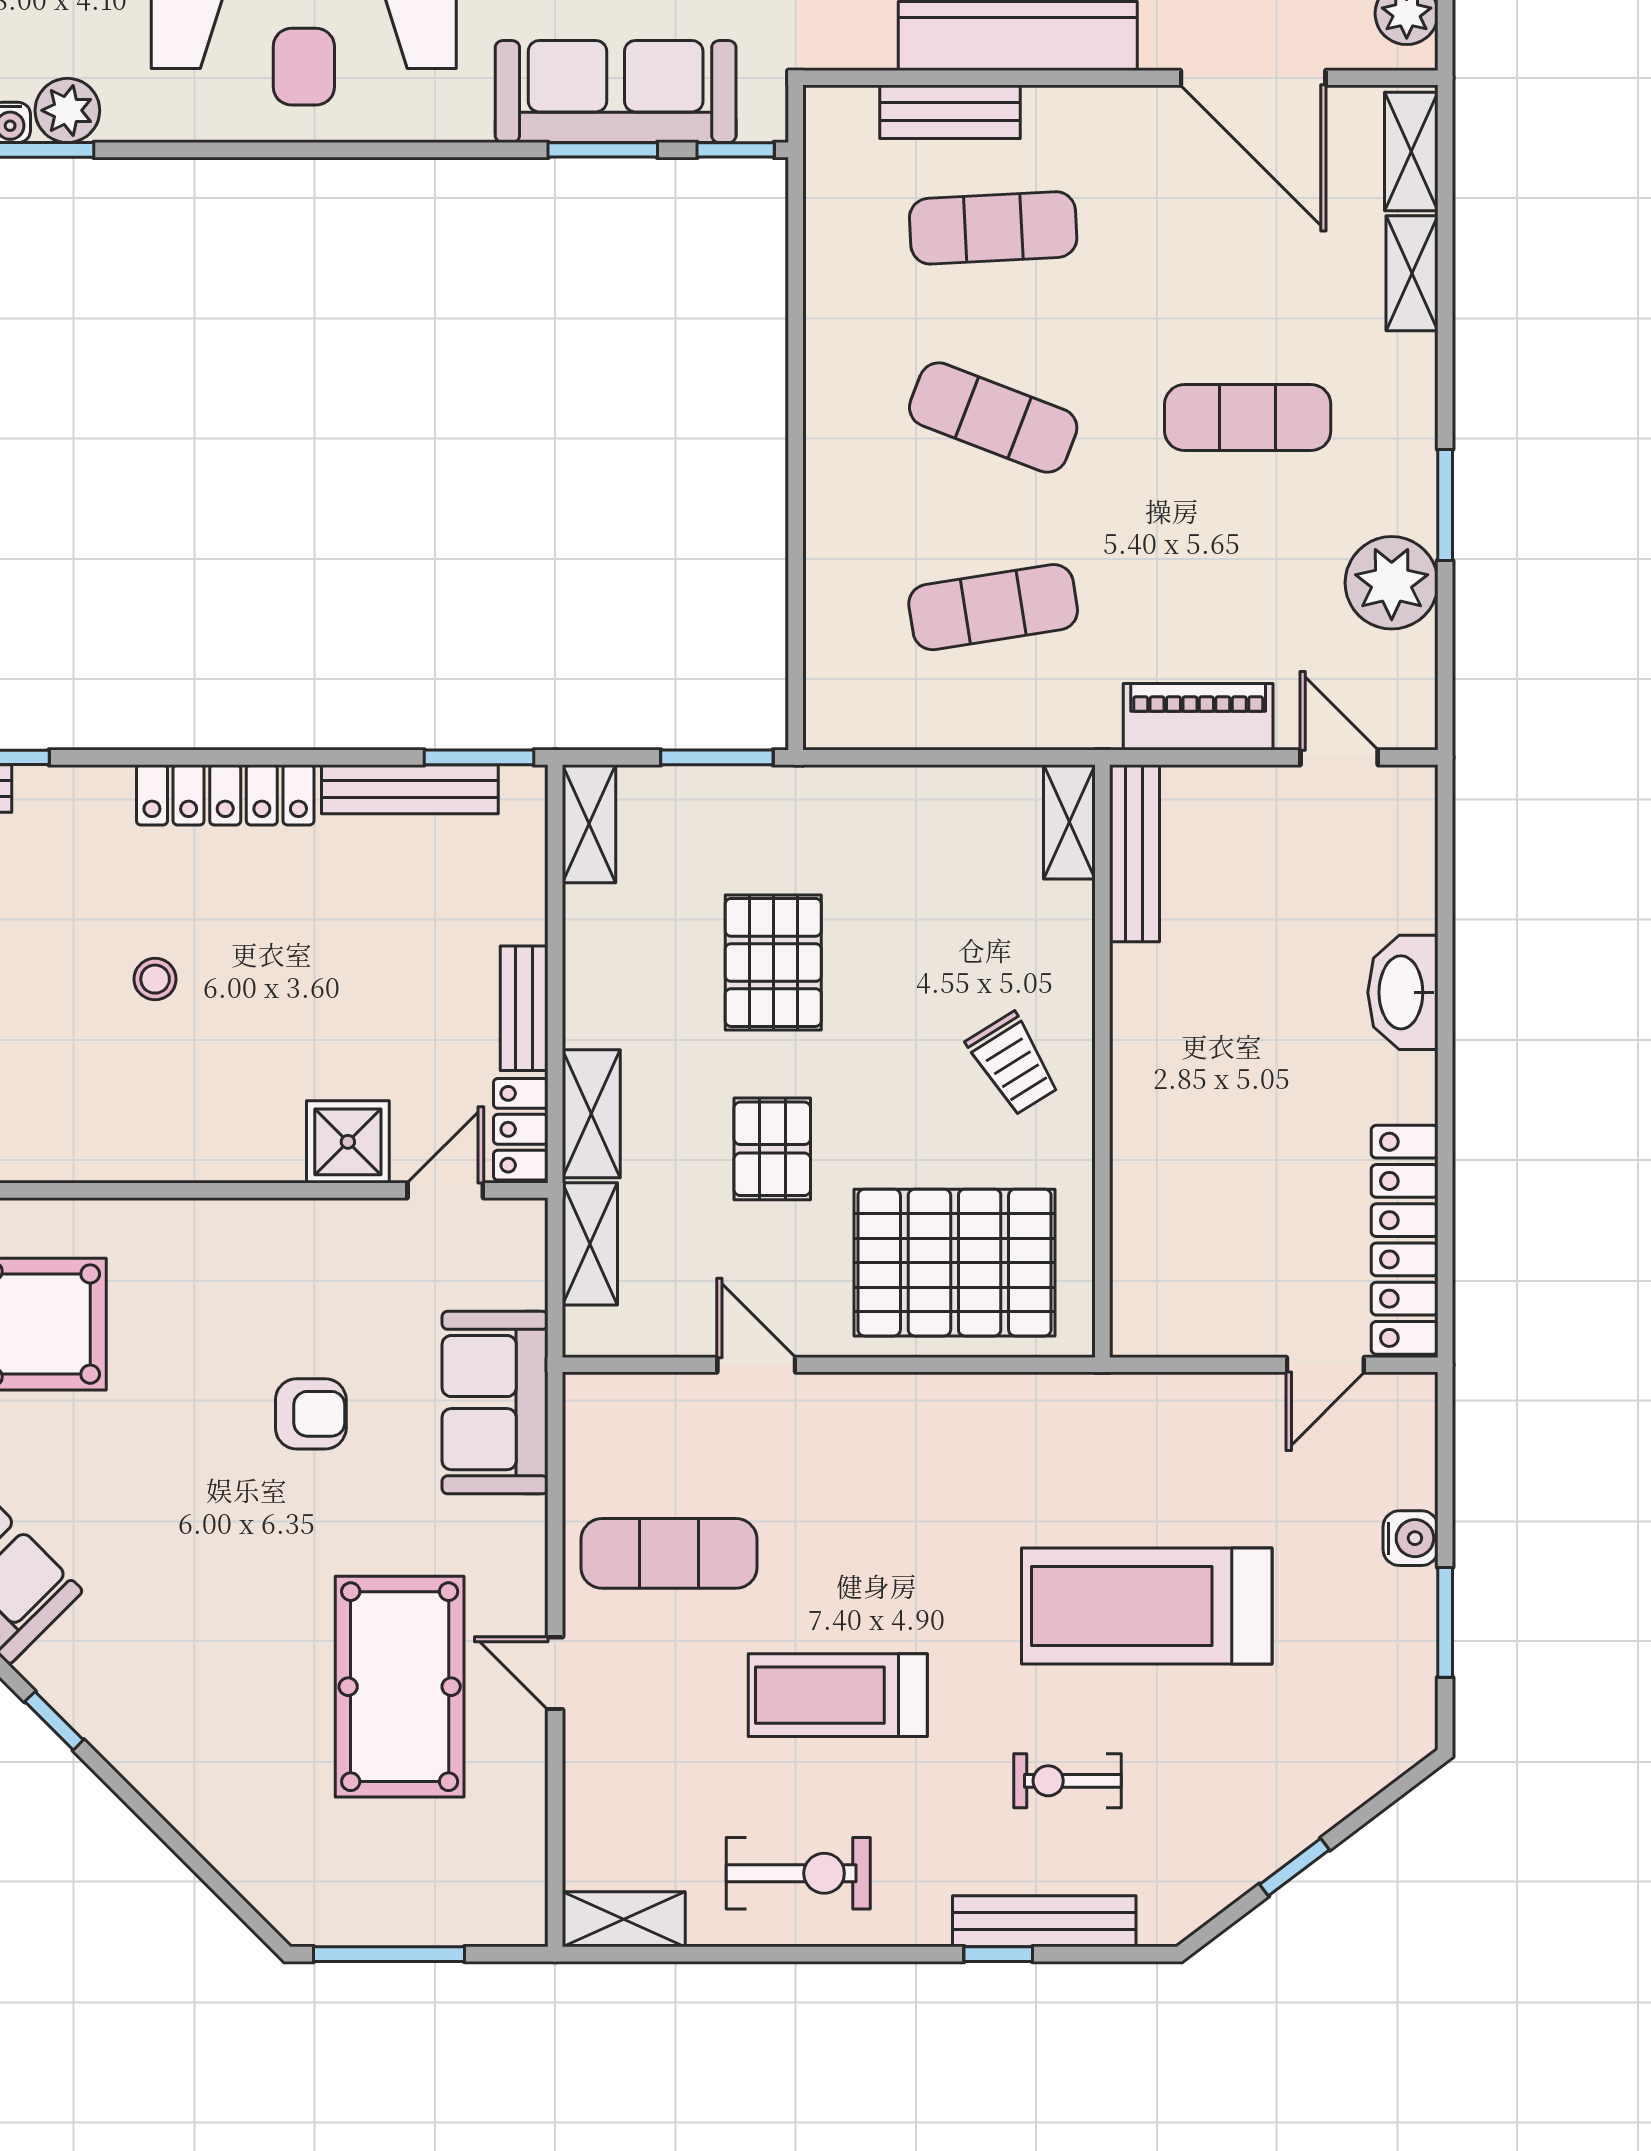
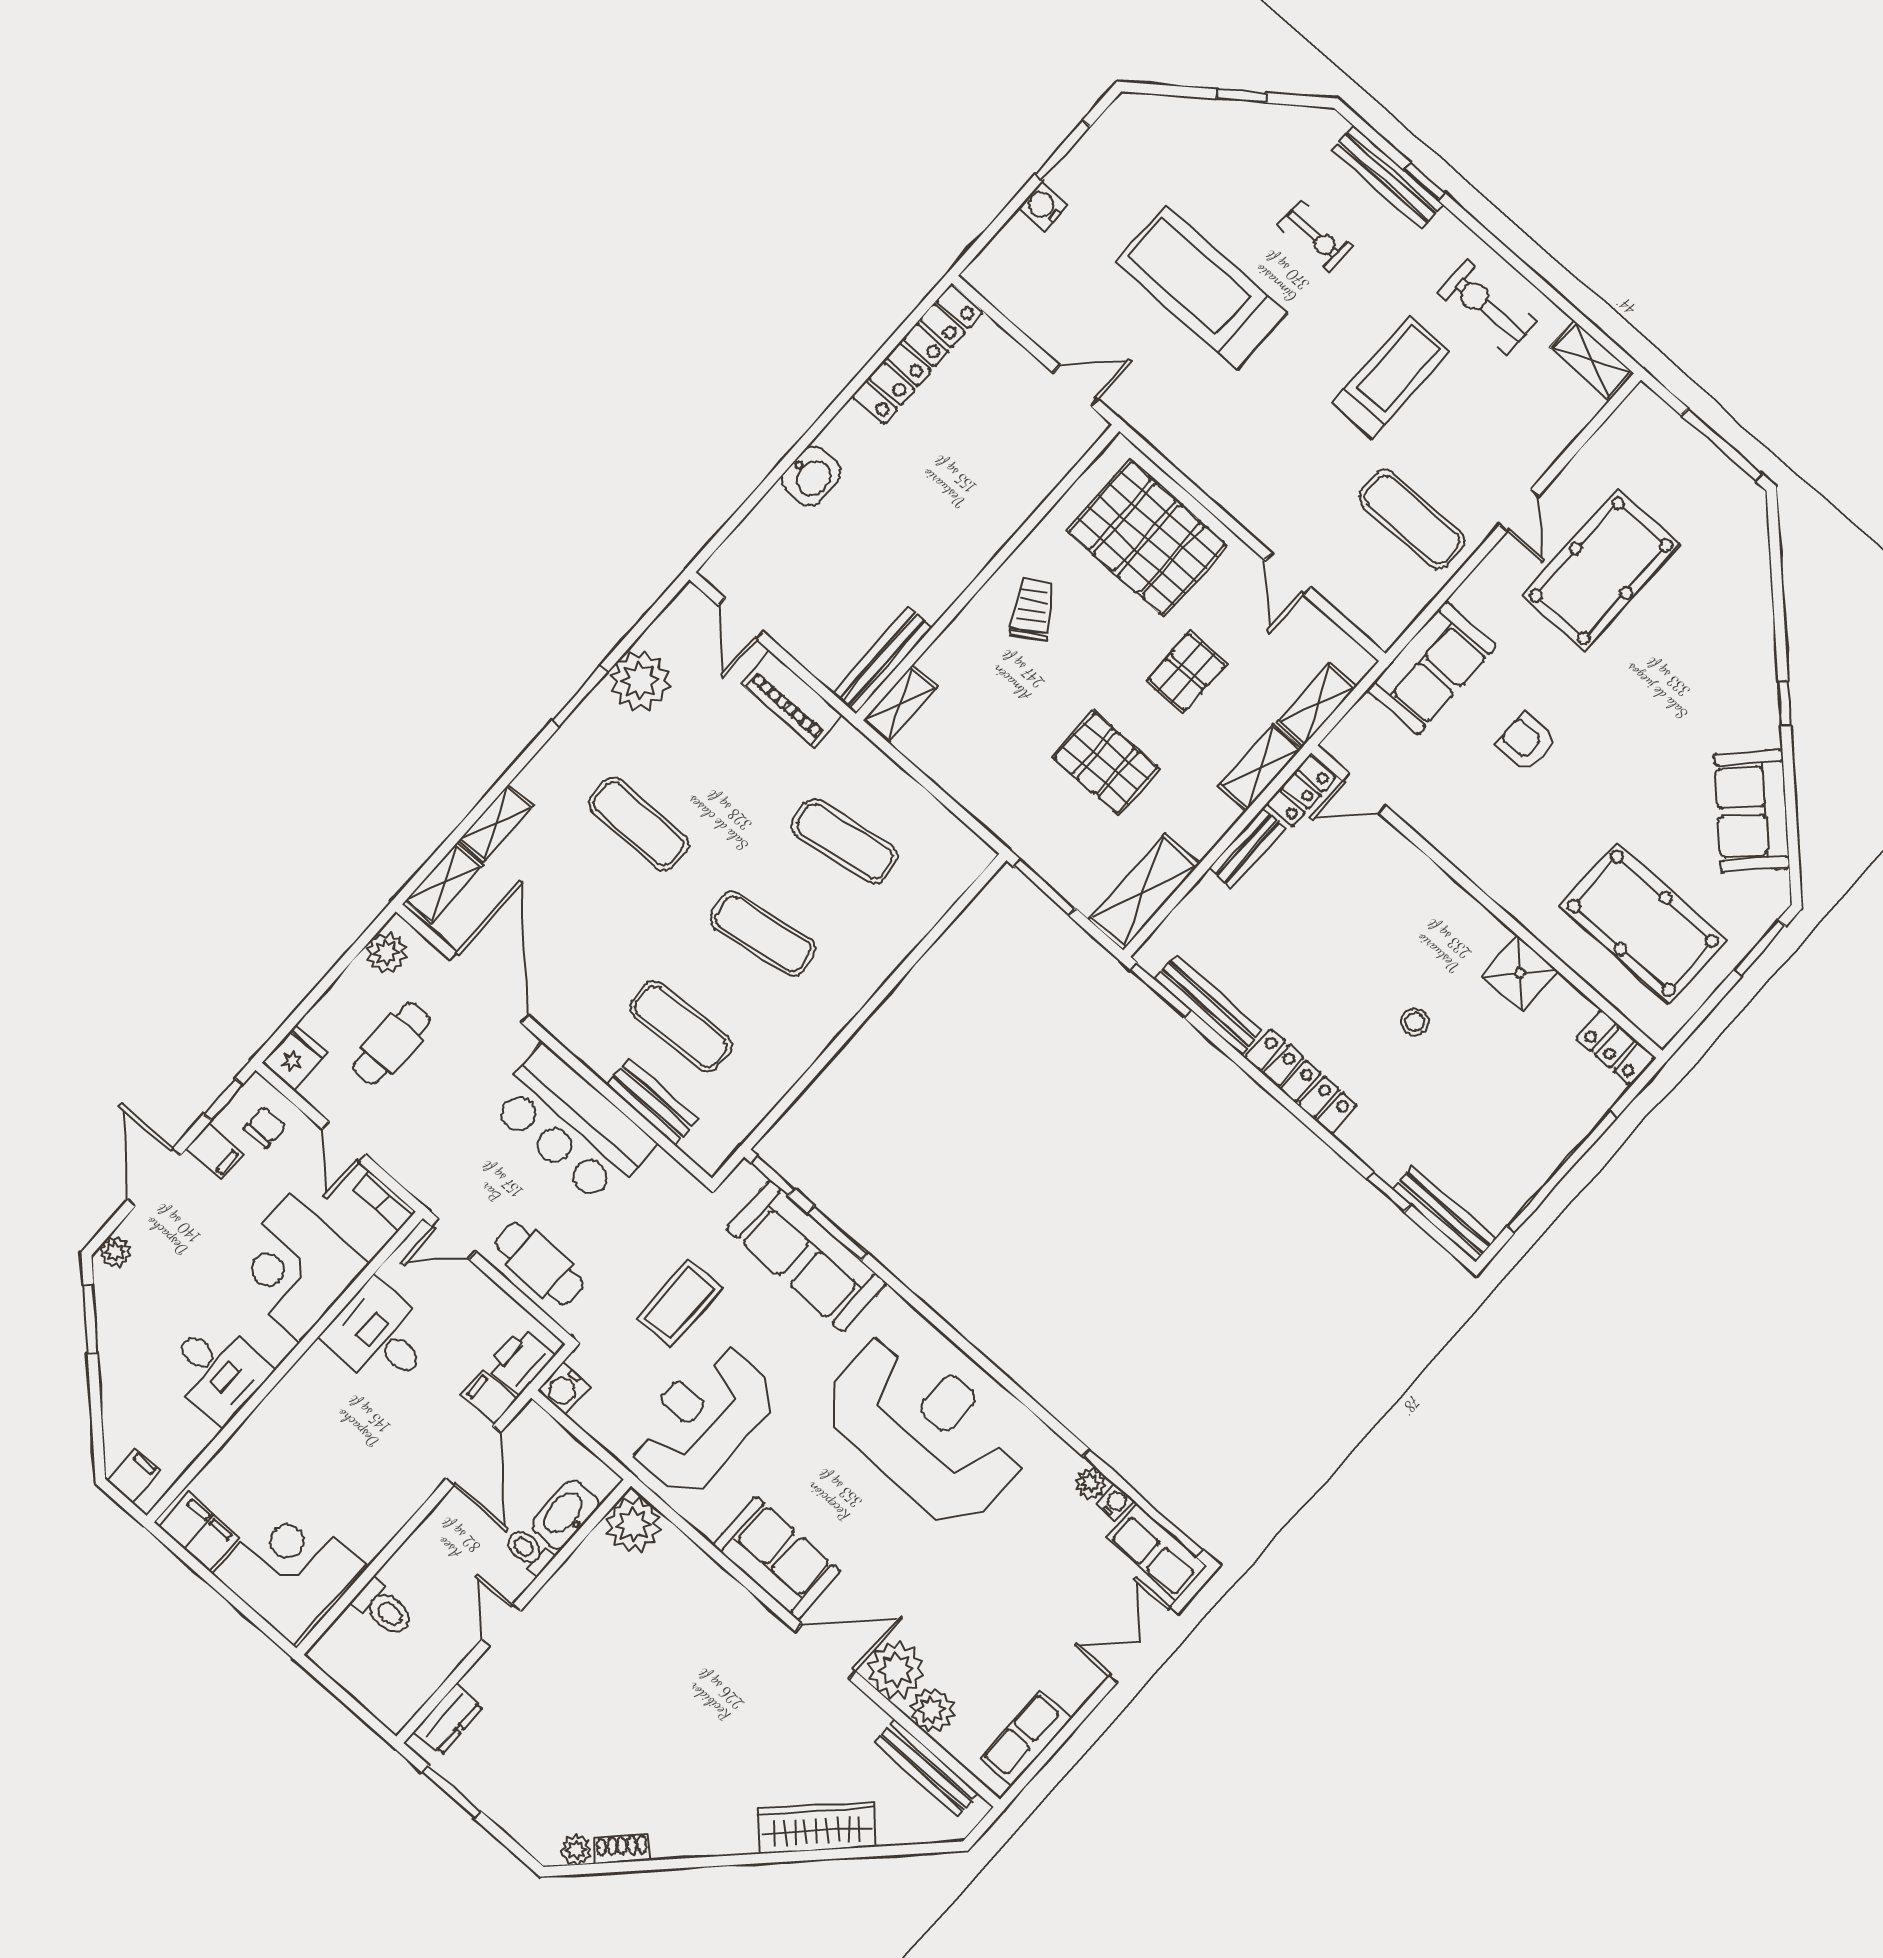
plant: (67, 110) -> (1090, 1483), width x0.73, depth x0.73
exercise mat: (993, 418) -> (763, 934), turned -30
shelving: (589, 824) -> (1144, 892), width x1.50, depth x1.33
pallet: (773, 962) -> (1106, 763), turned 90
washbasin: (1403, 992) -> (811, 476), width x0.72
shower: (348, 1142) -> (1520, 973), moved
door: (1325, 1365) -> (1075, 386), moved
treadmill: (1147, 1606) -> (1201, 287), turned 180
treadmill: (838, 1695) -> (1391, 377), turned -90

